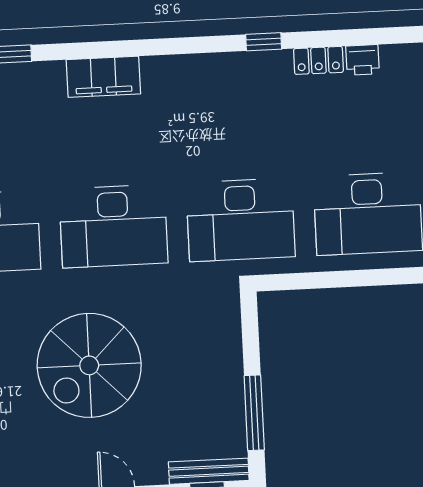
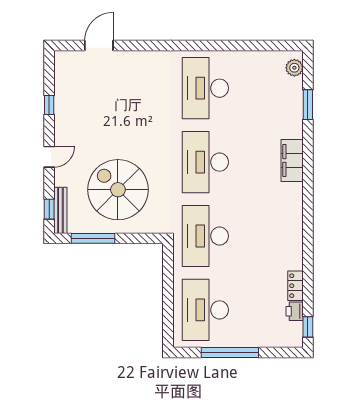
window: (264, 42) -> (308, 327), moved
spiral stairs: (89, 365) -> (118, 190), moved

